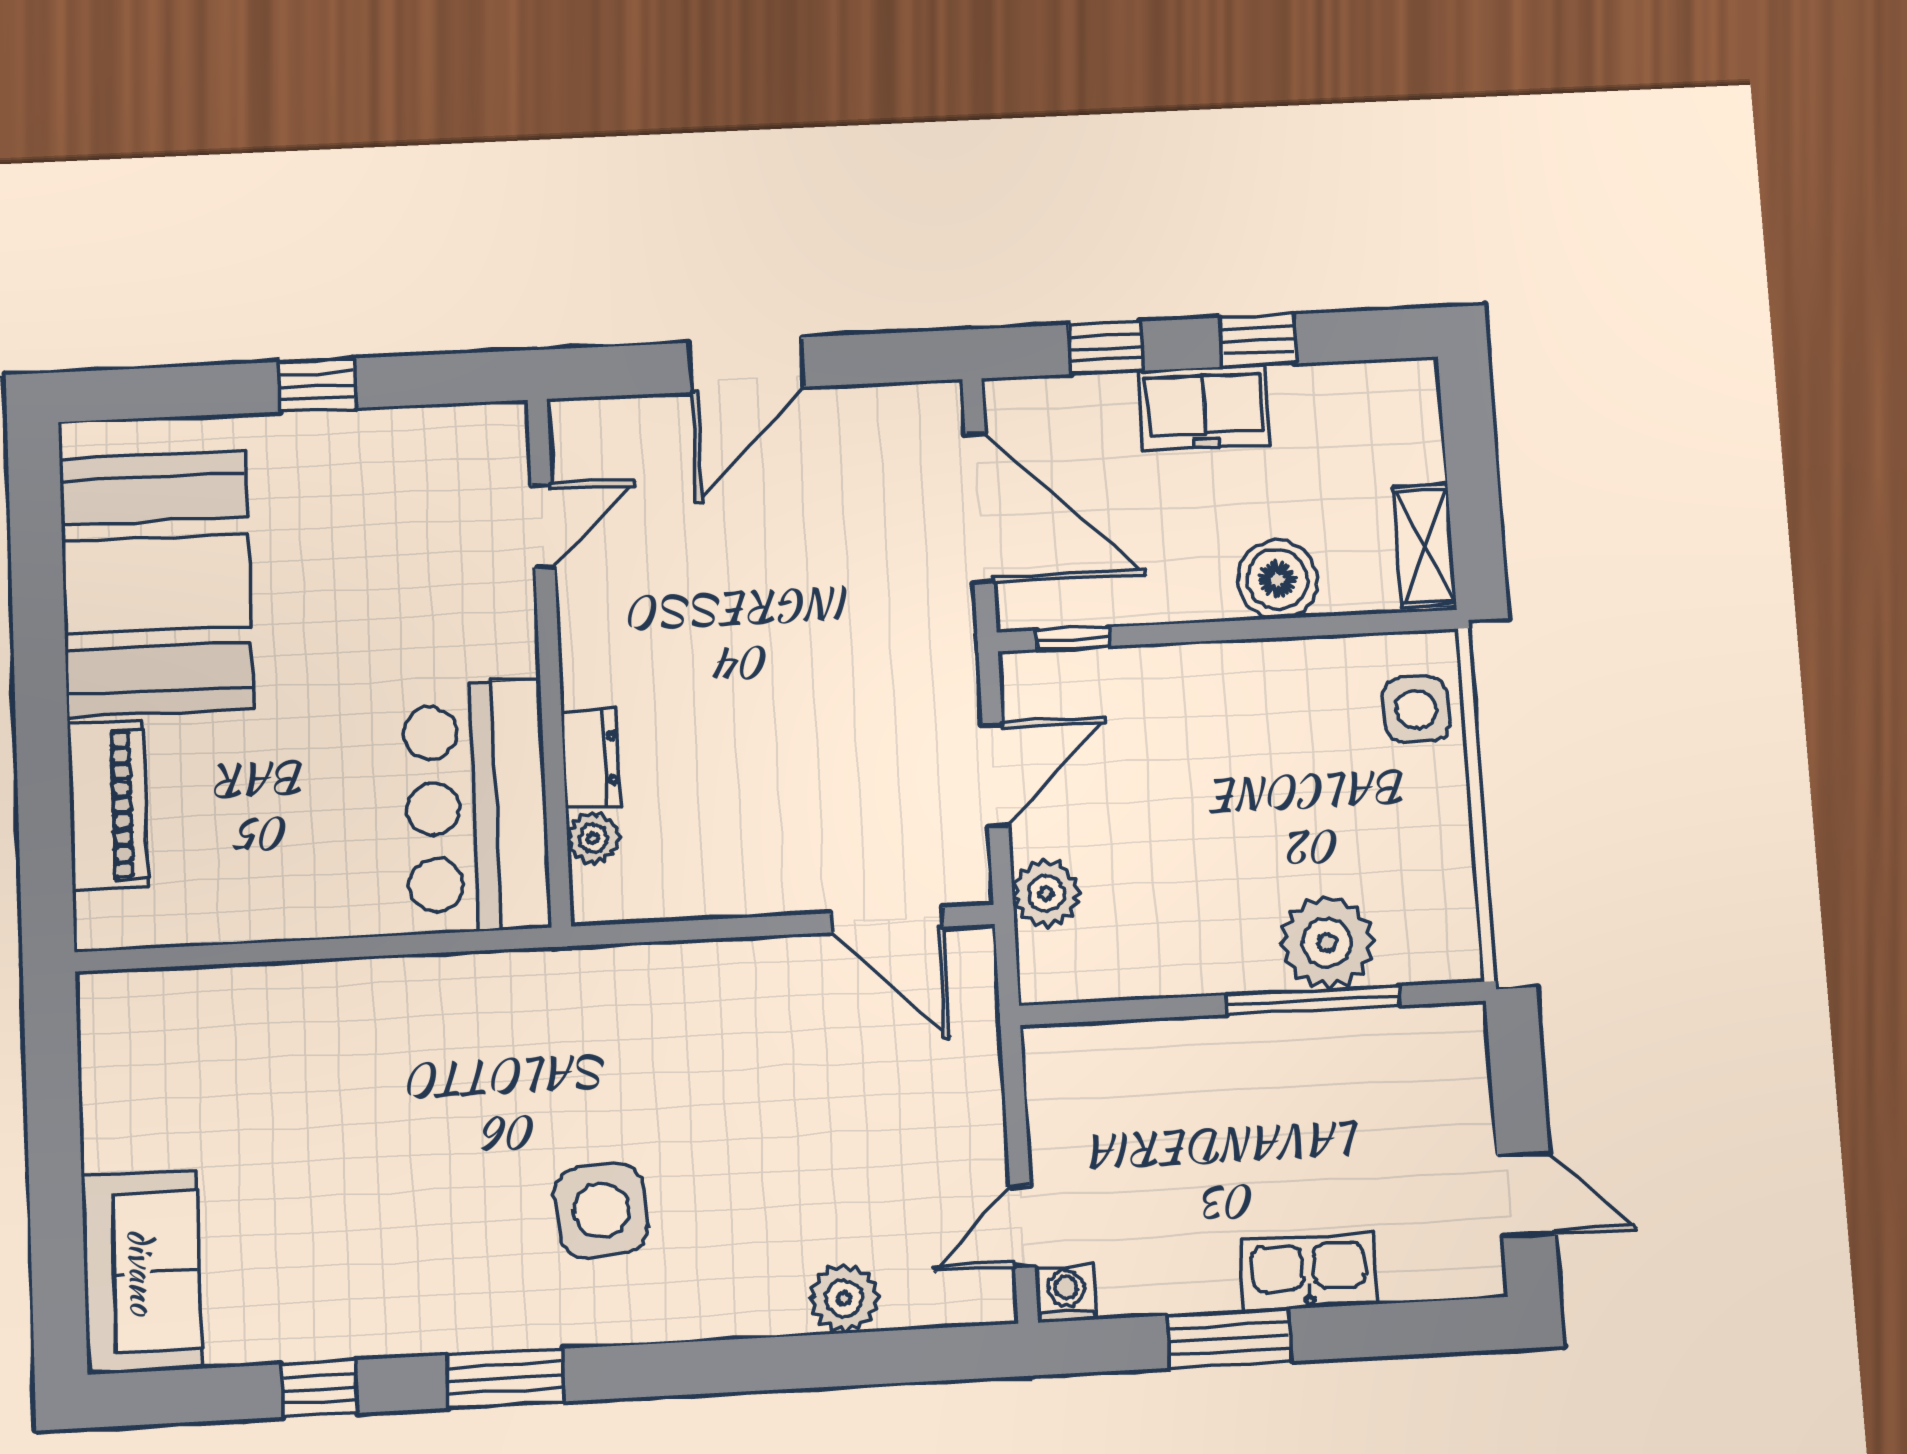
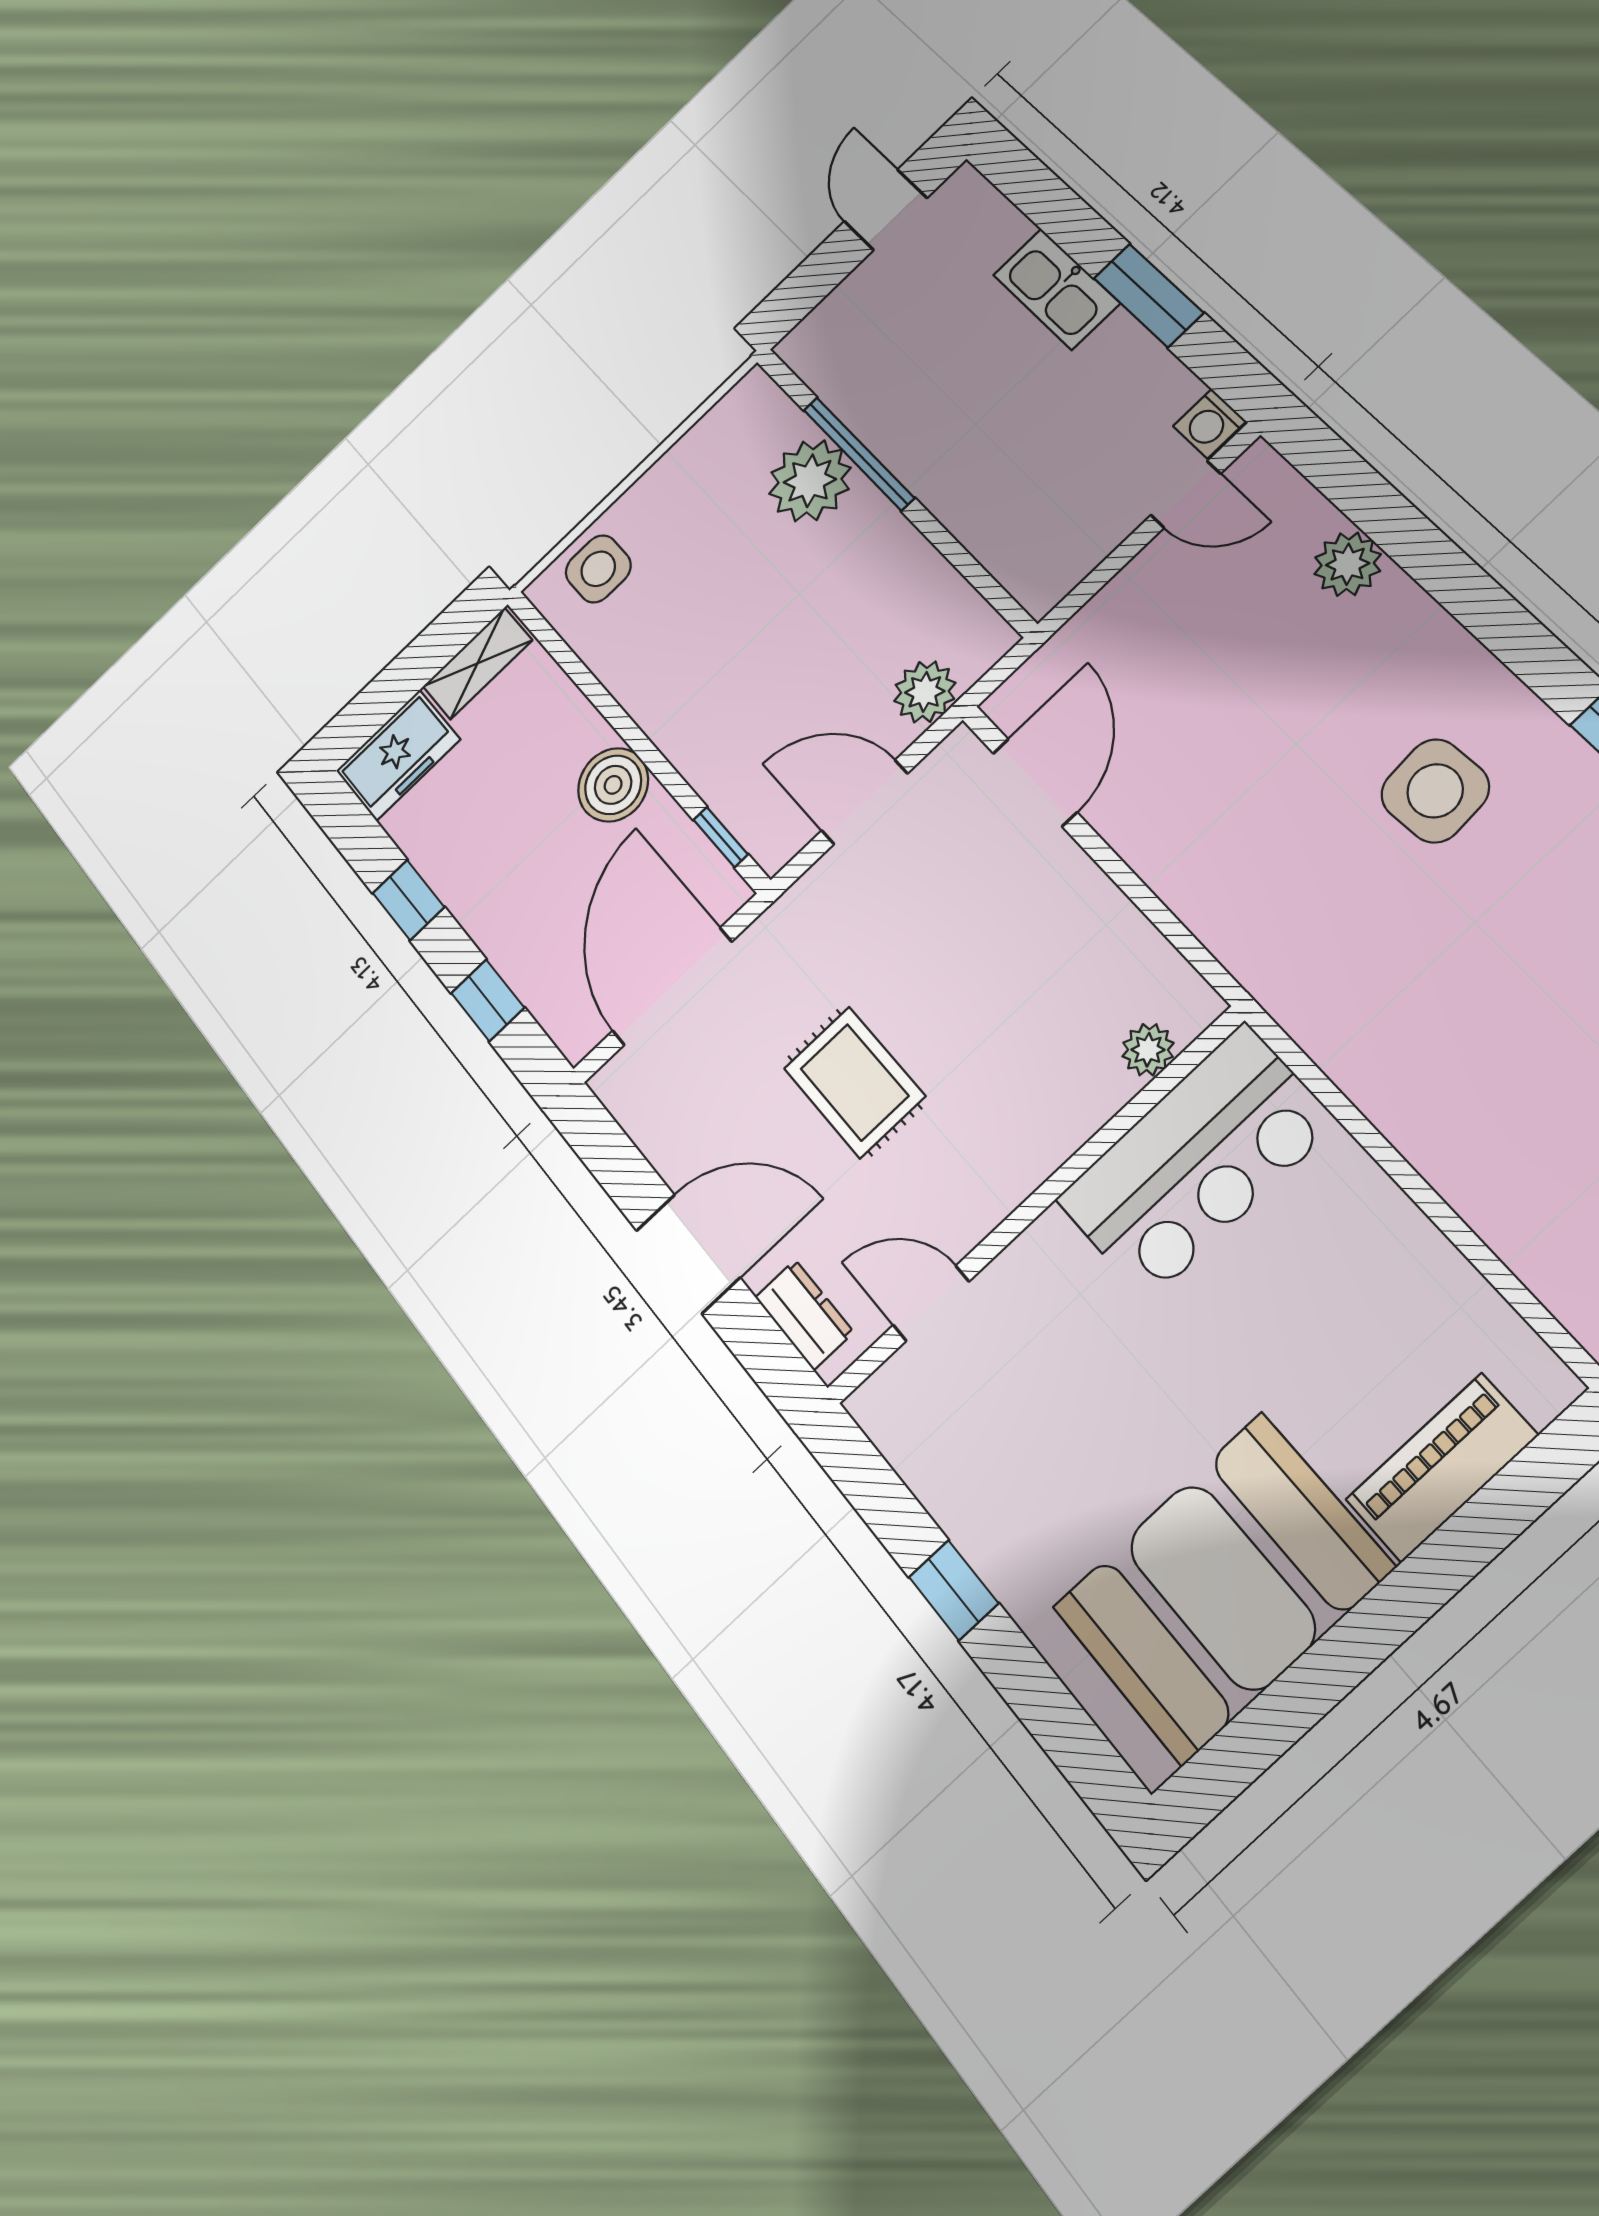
freezer: (1204, 408) -> (398, 755), moved, turned 90
boiler: (1277, 579) -> (613, 785), moved
rug: (769, 595) -> (854, 1082), added
dresser: (591, 759) -> (804, 1315), moved, turned 90

